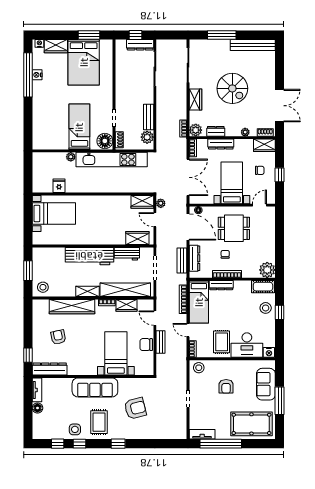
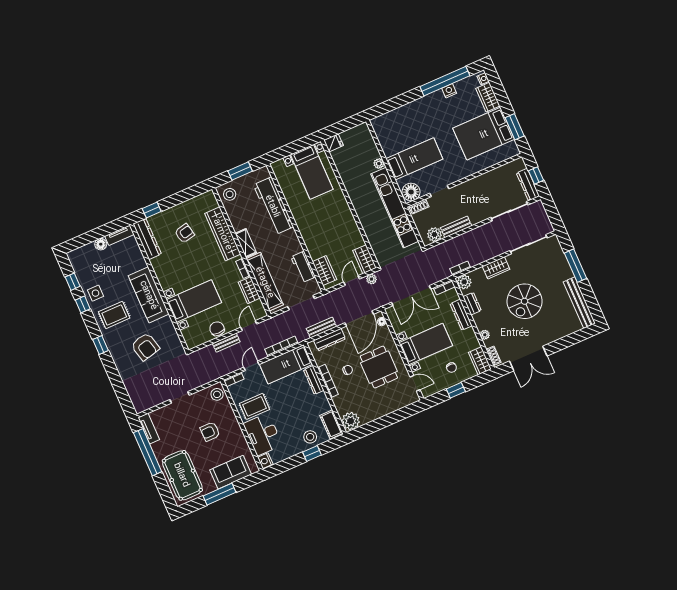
fridge: (59, 186) -> (334, 143), moved
workbench: (89, 256) -> (273, 206), moved

